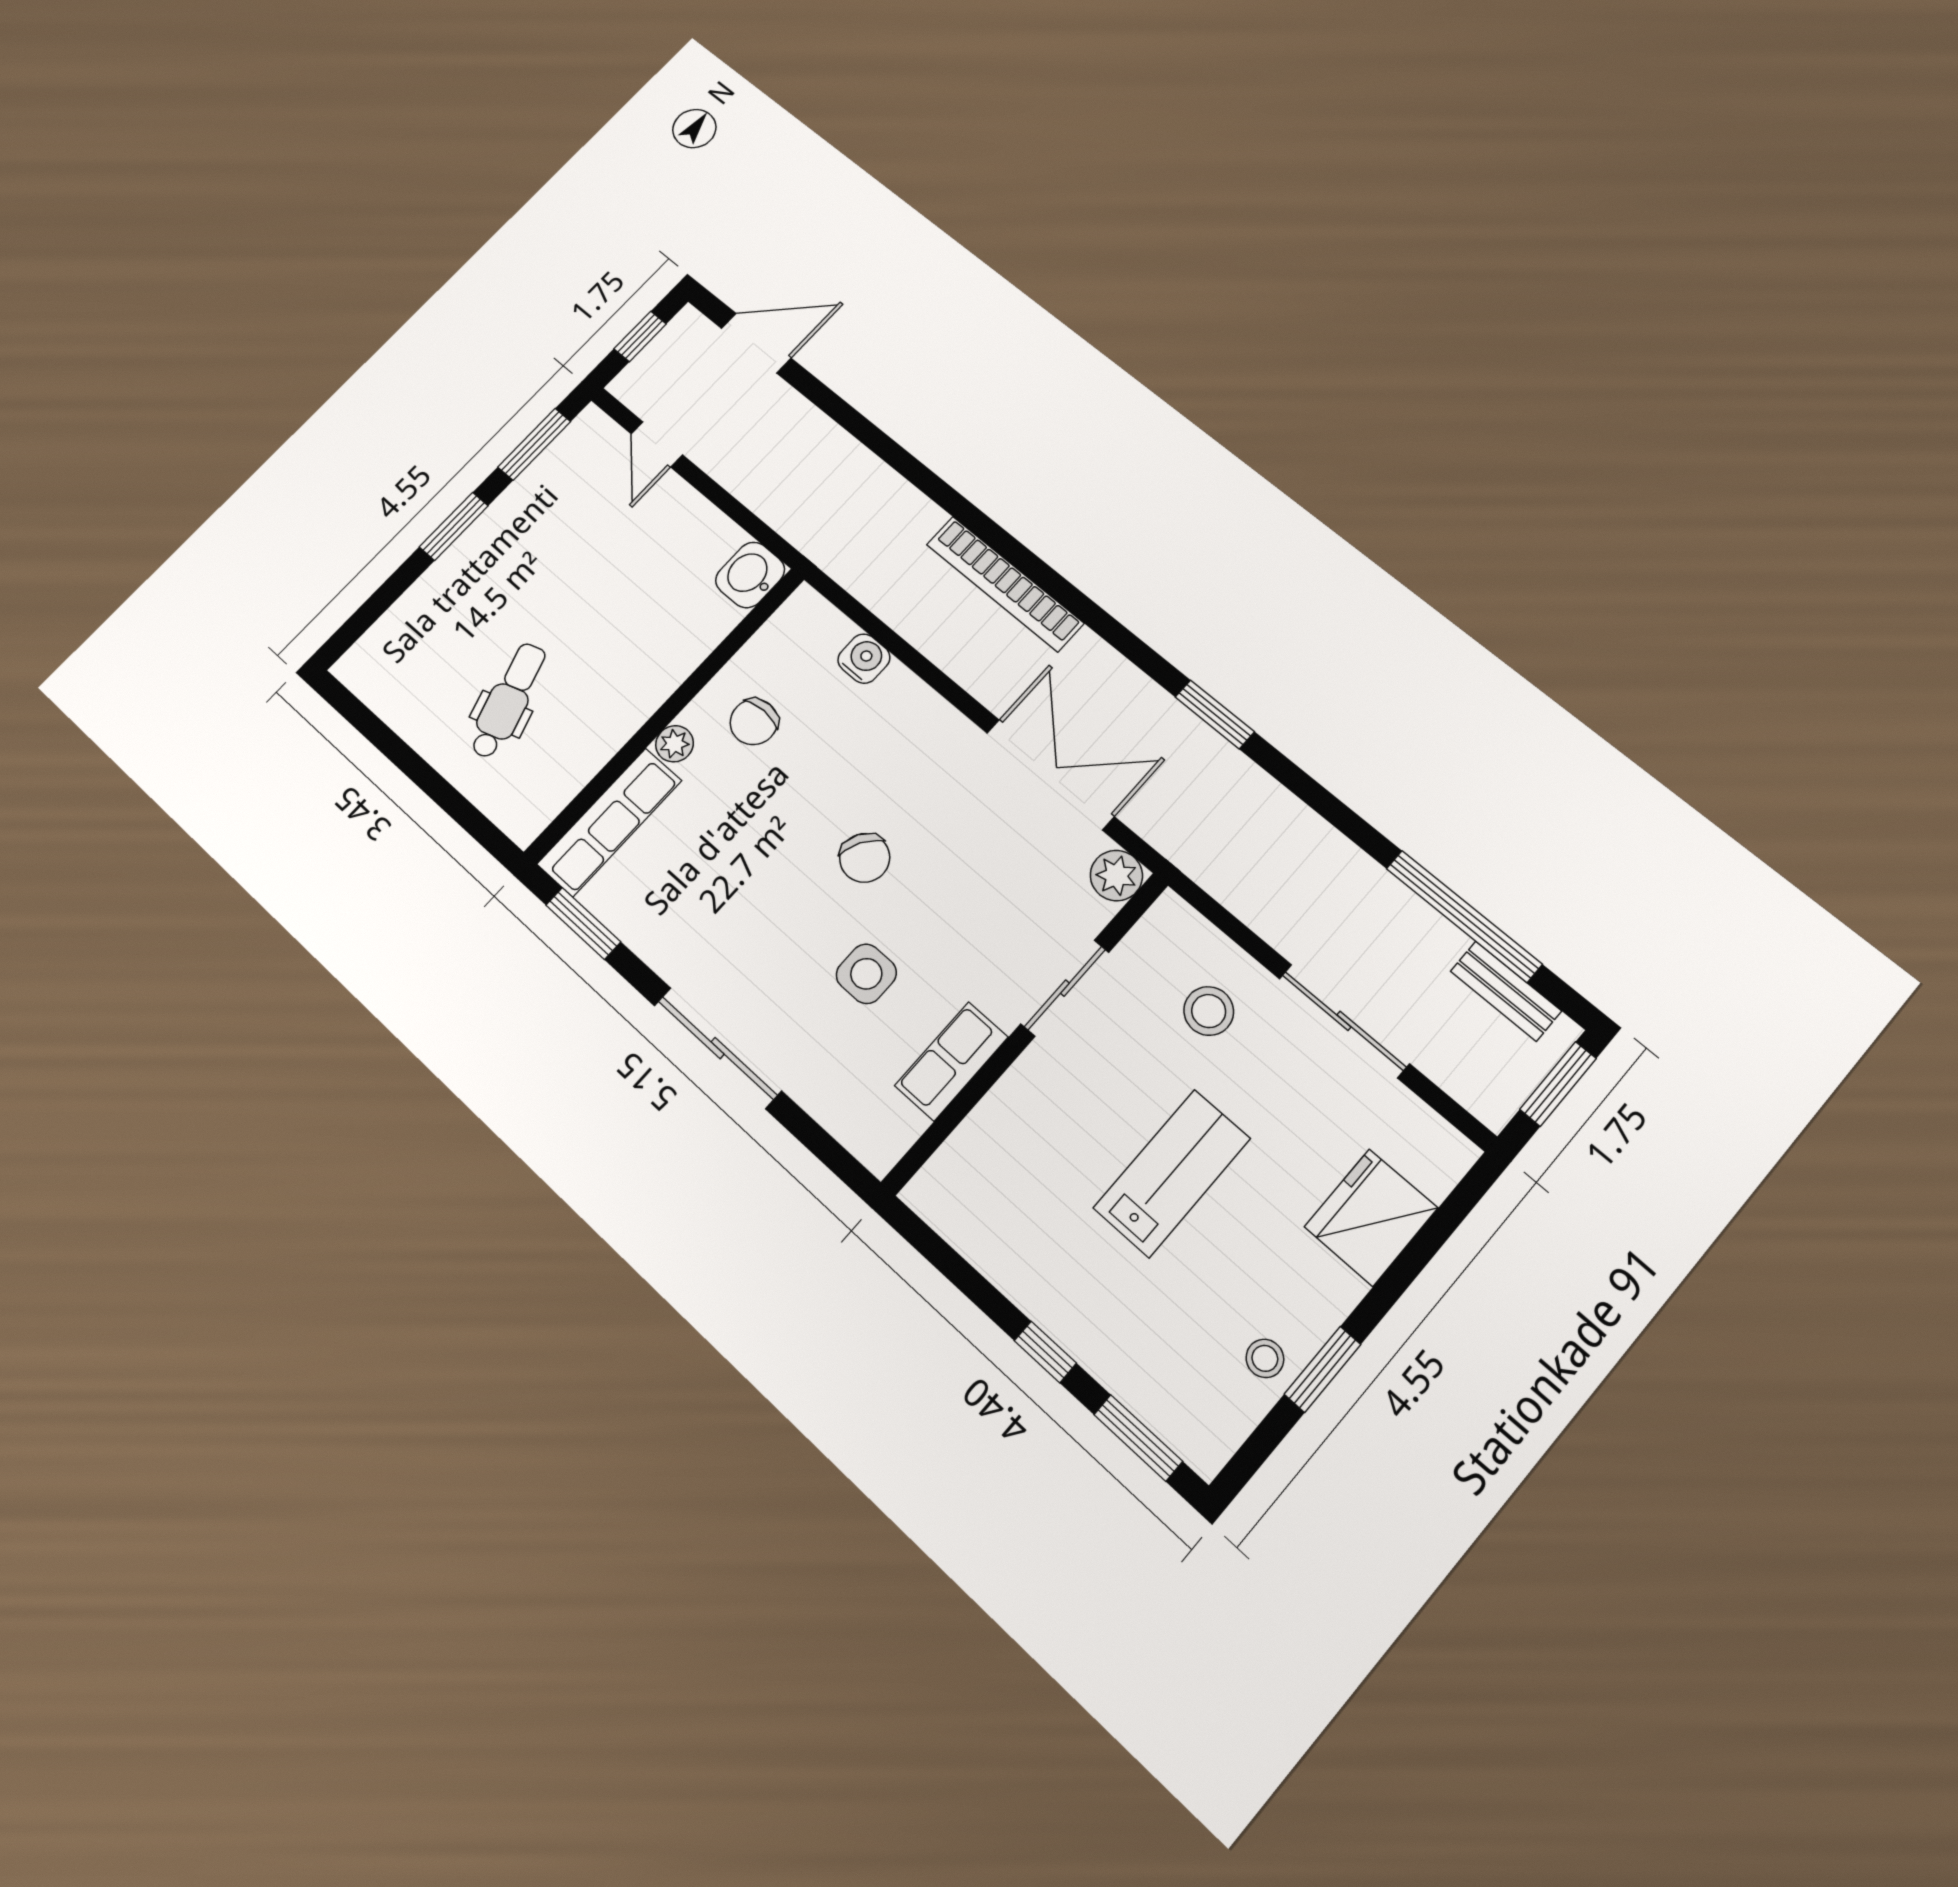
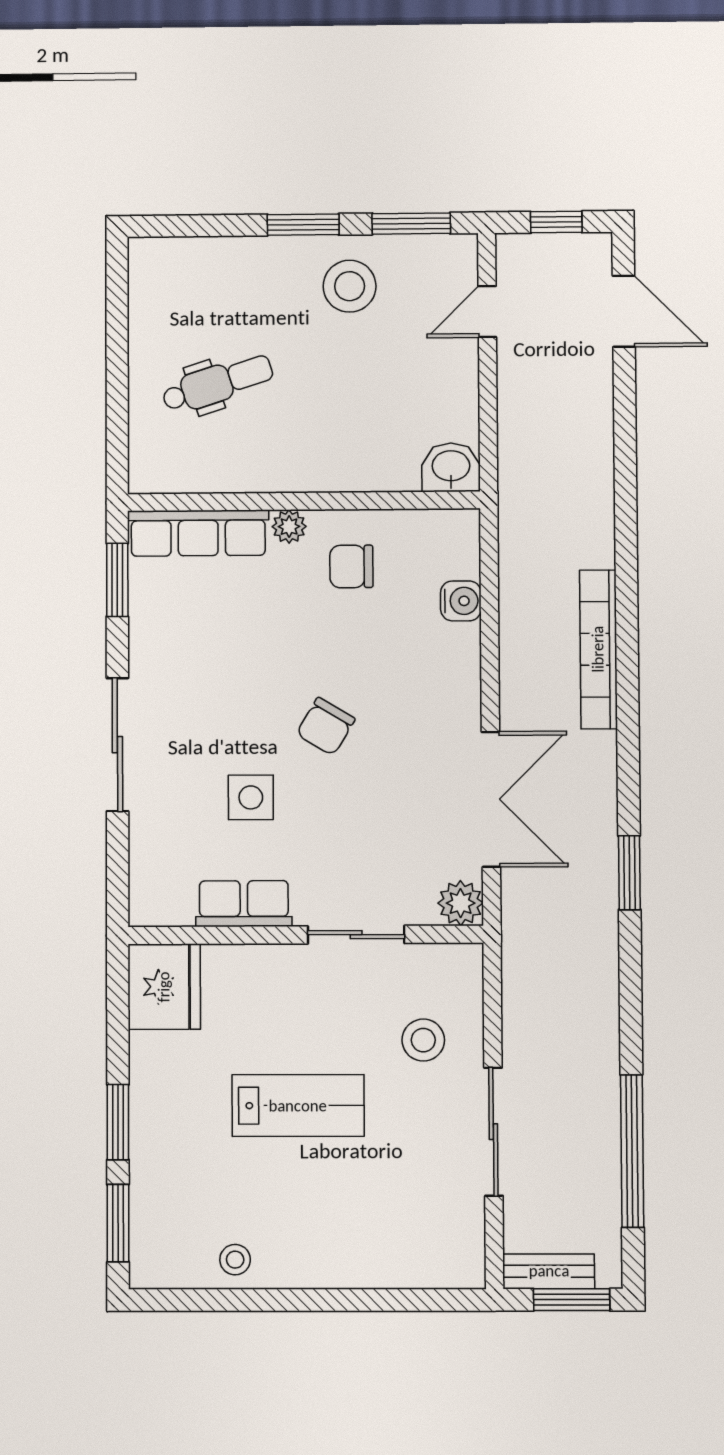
stool: (535, 532) -> (350, 286), added
bench: (1506, 991) -> (549, 1271), moved, turned 90
fridge: (1371, 1217) -> (164, 987), moved, turned 90
window: (1045, 1352) -> (118, 1122), width x1.50
window: (1323, 1369) -> (260, 1300), removed

